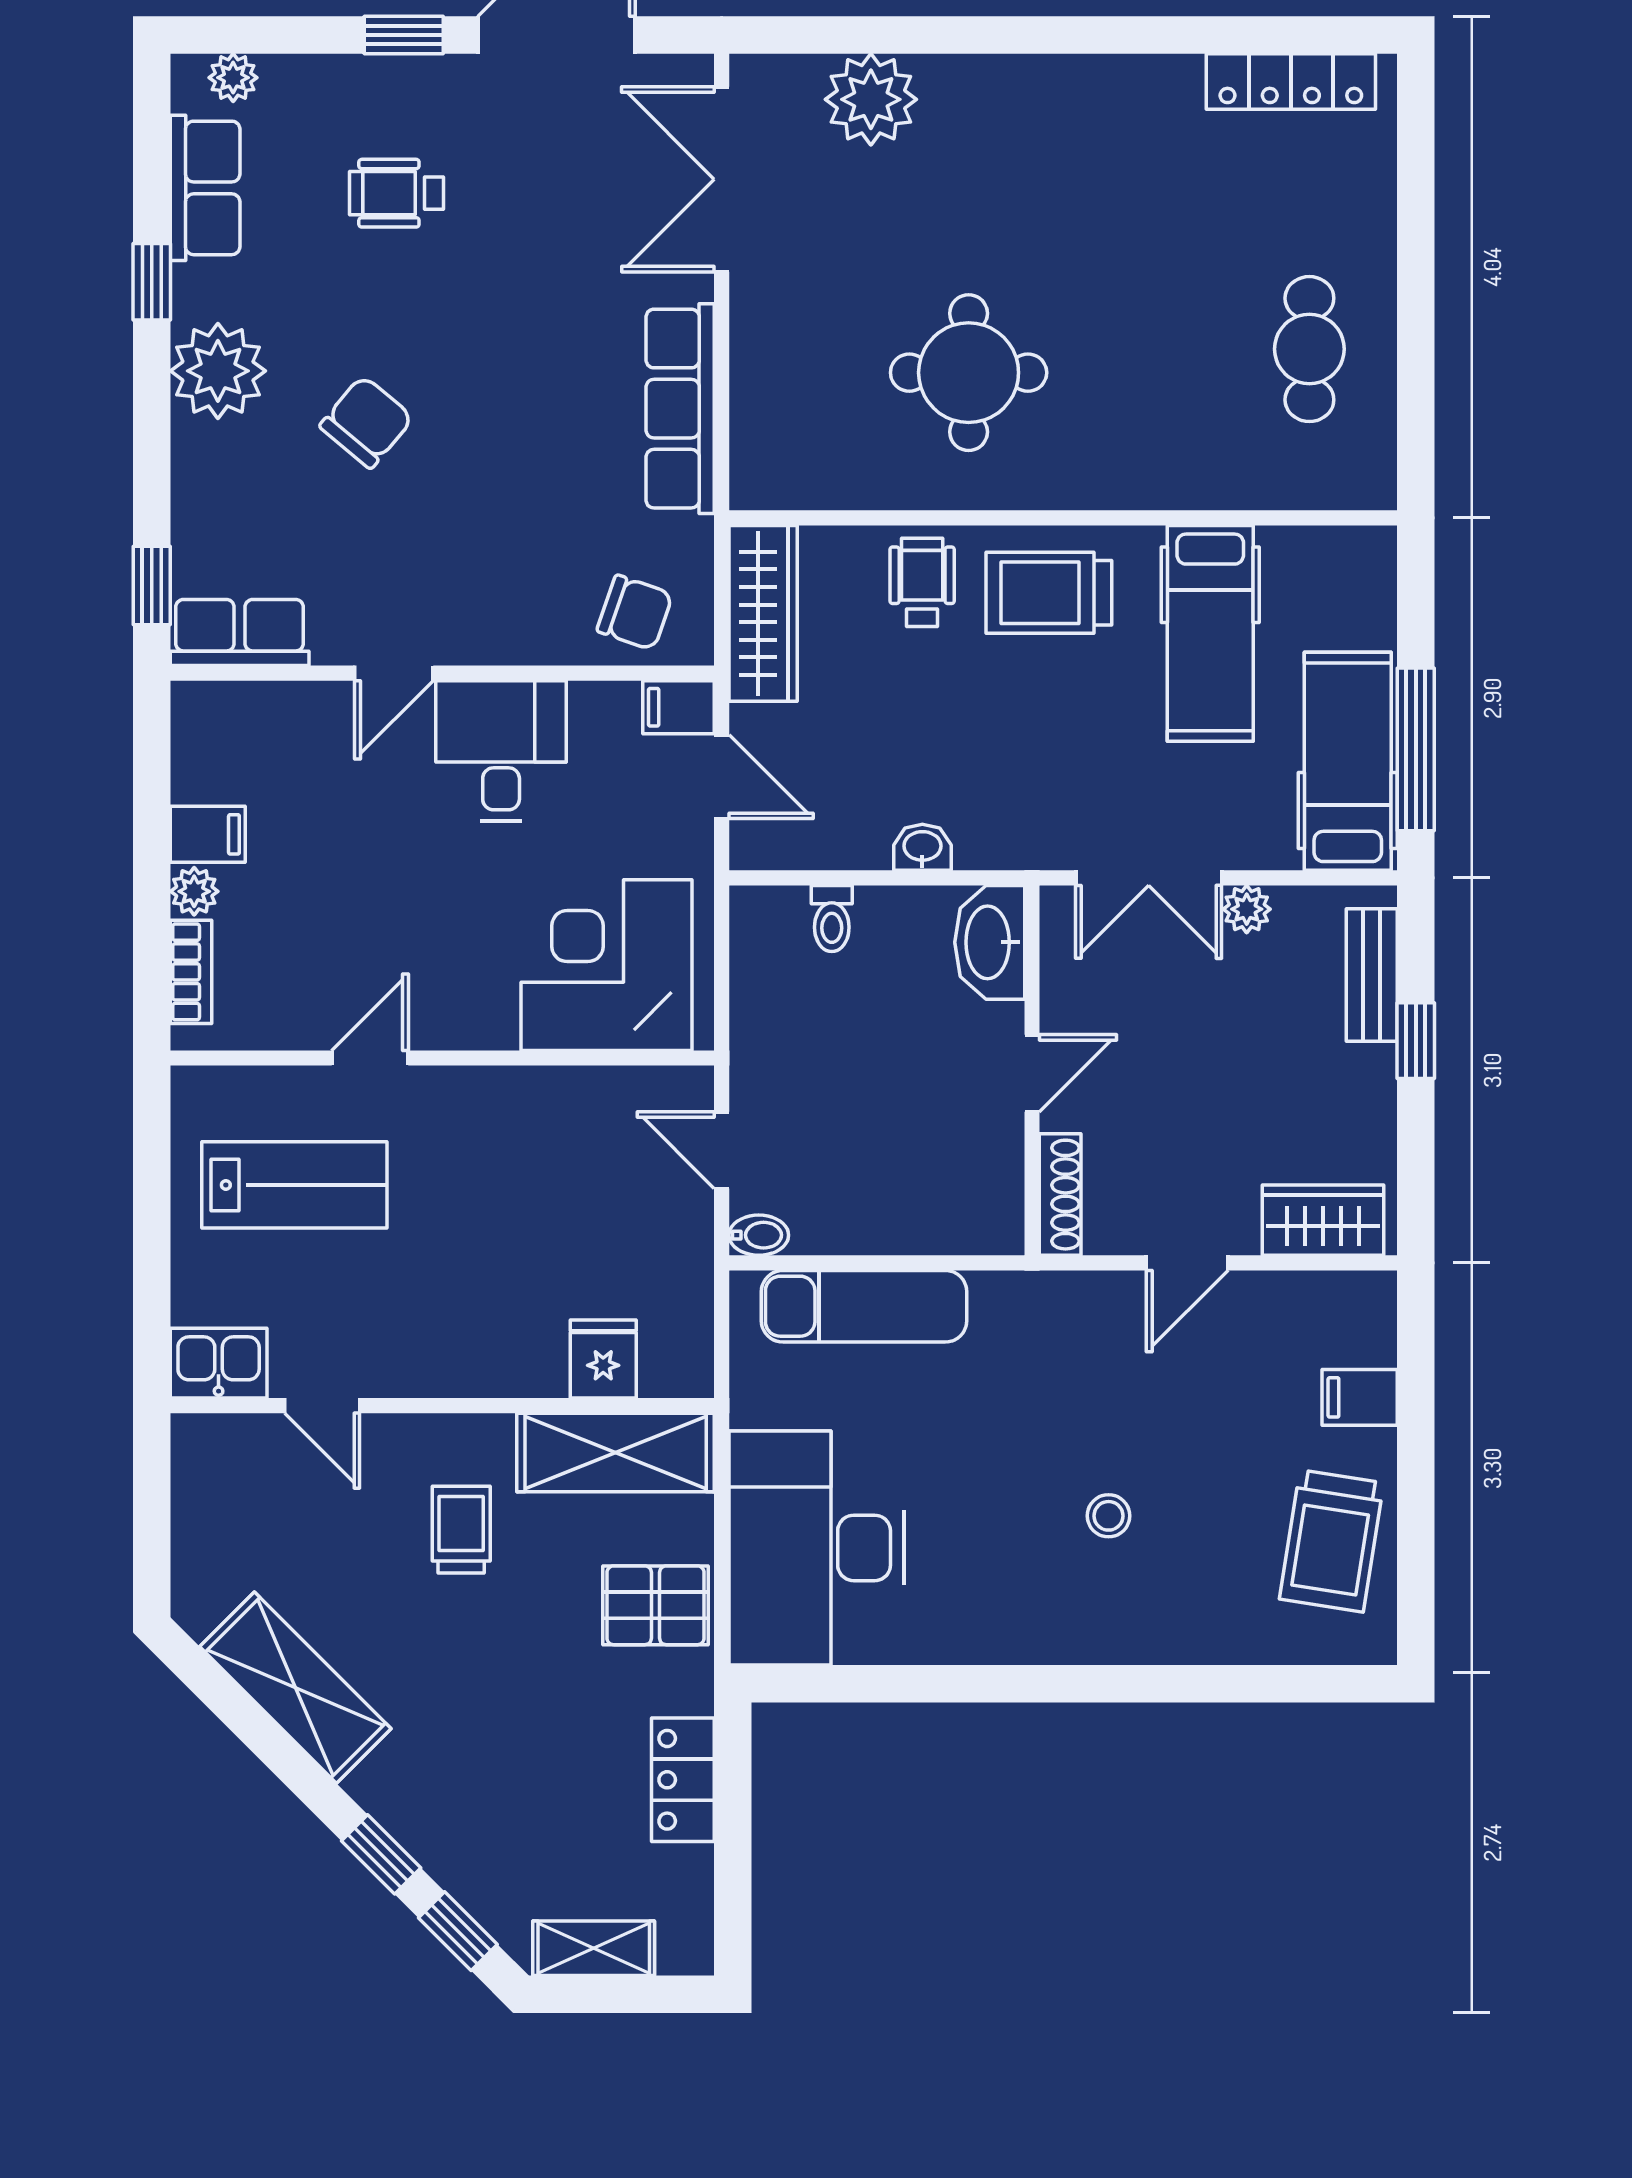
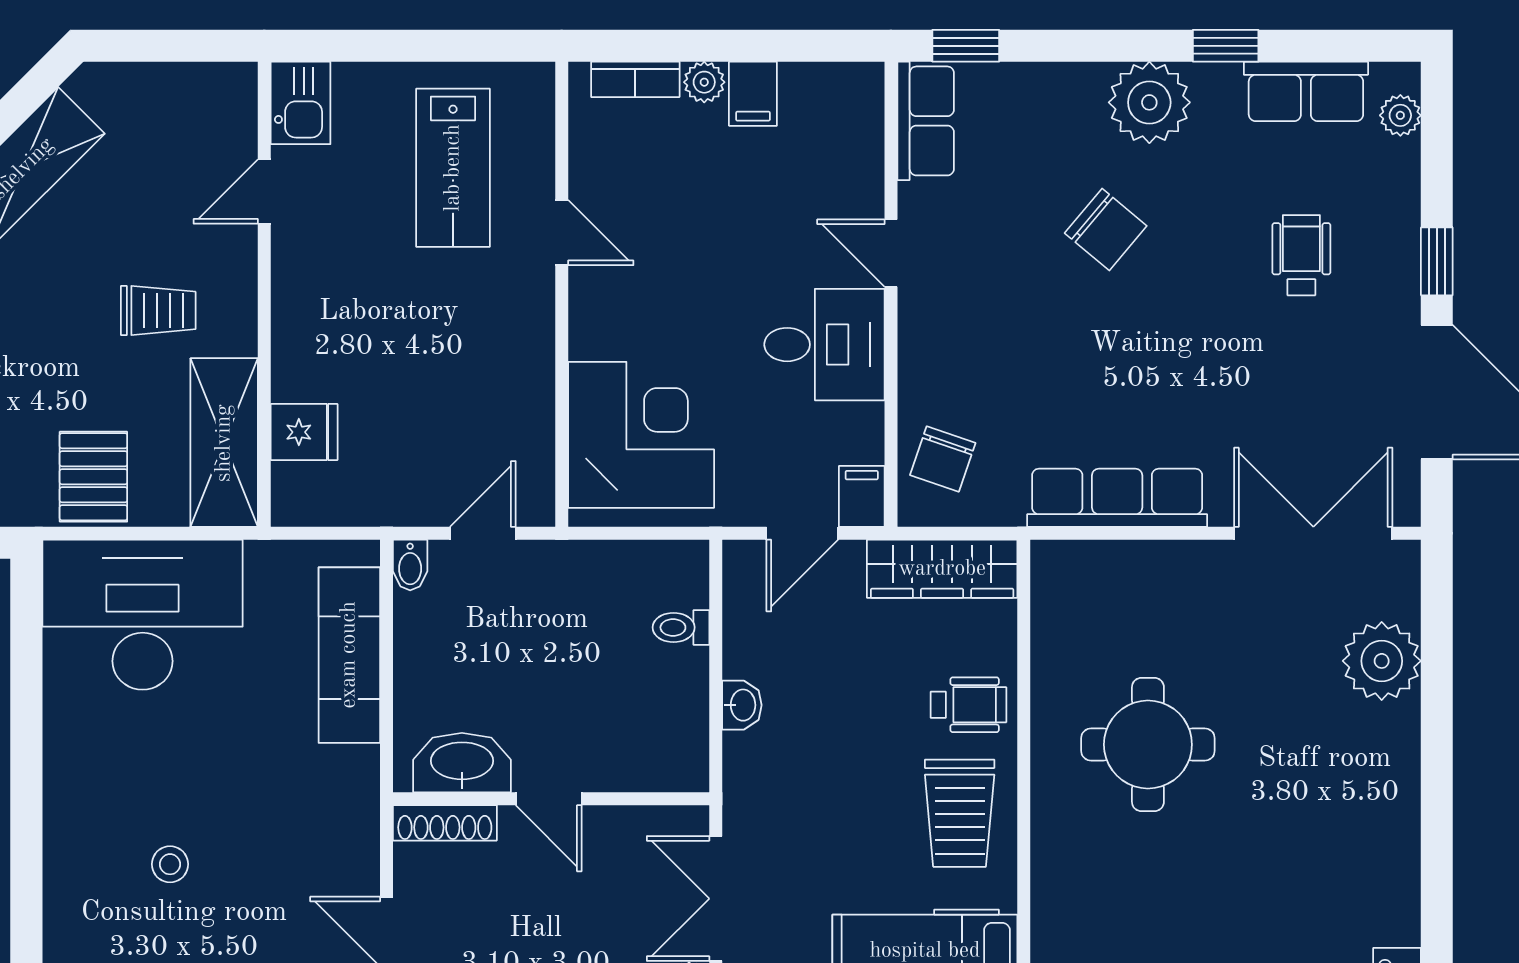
trolley: (1049, 593) -> (960, 813), turned 180
washbasin: (990, 942) -> (462, 763), moved

